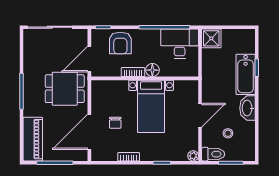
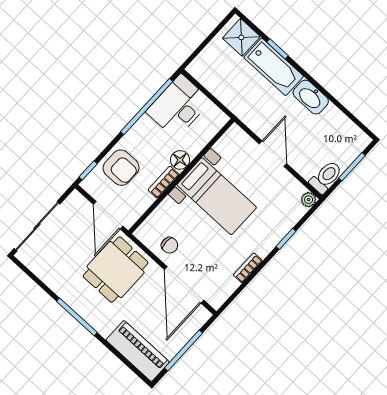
shower: (211, 38) -> (241, 37), moved
chair: (115, 123) -> (170, 245), moved
stool: (228, 133) -> (318, 142), removed

